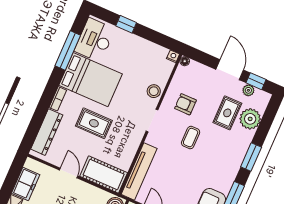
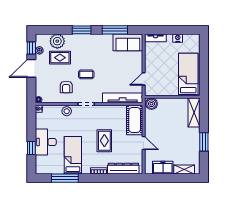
desk: (95, 40) -> (46, 142), moved, turned 90
bed: (90, 80) -> (73, 155), width x0.67
door: (69, 173) -> (144, 143), swing flipped

